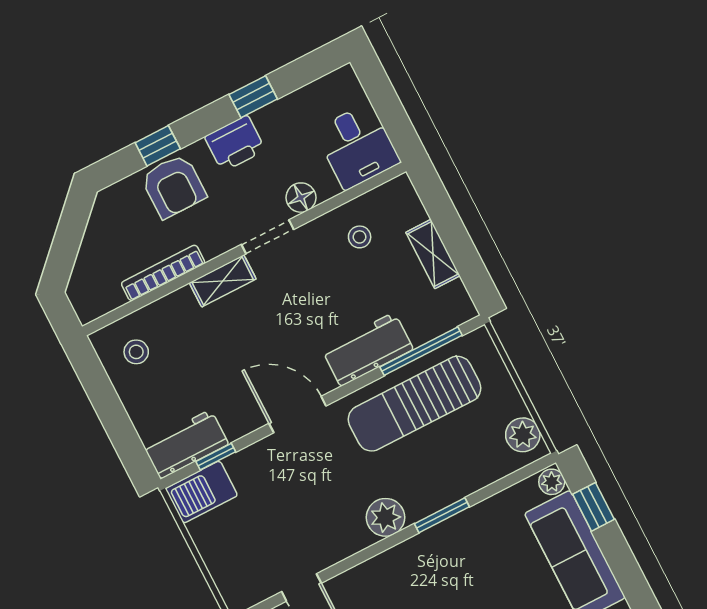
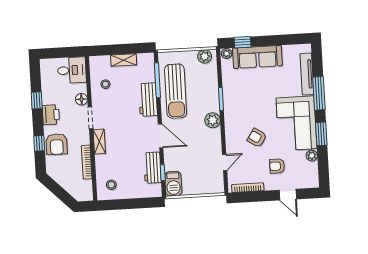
armchair: (174, 186) -> (57, 144), turned 90
door: (298, 415) -> (161, 136), swing flipped
workbench: (186, 444) -> (152, 168), moved

